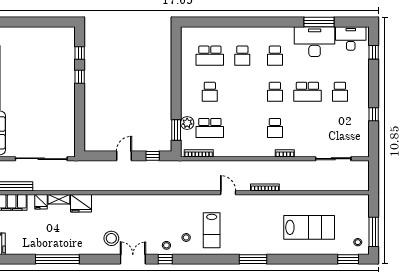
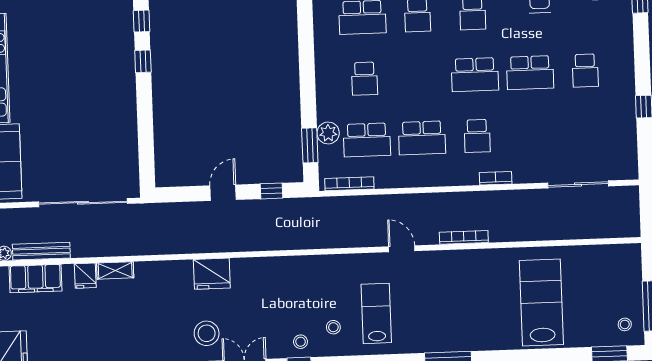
school desk: (275, 92) -> (475, 75), width x1.85
school desk: (242, 128) -> (422, 138), added
fridge: (81, 203) -> (212, 274), moved
lab bench: (309, 227) -> (541, 302), turned -90
lab bench: (212, 230) -> (376, 313), turned 180

